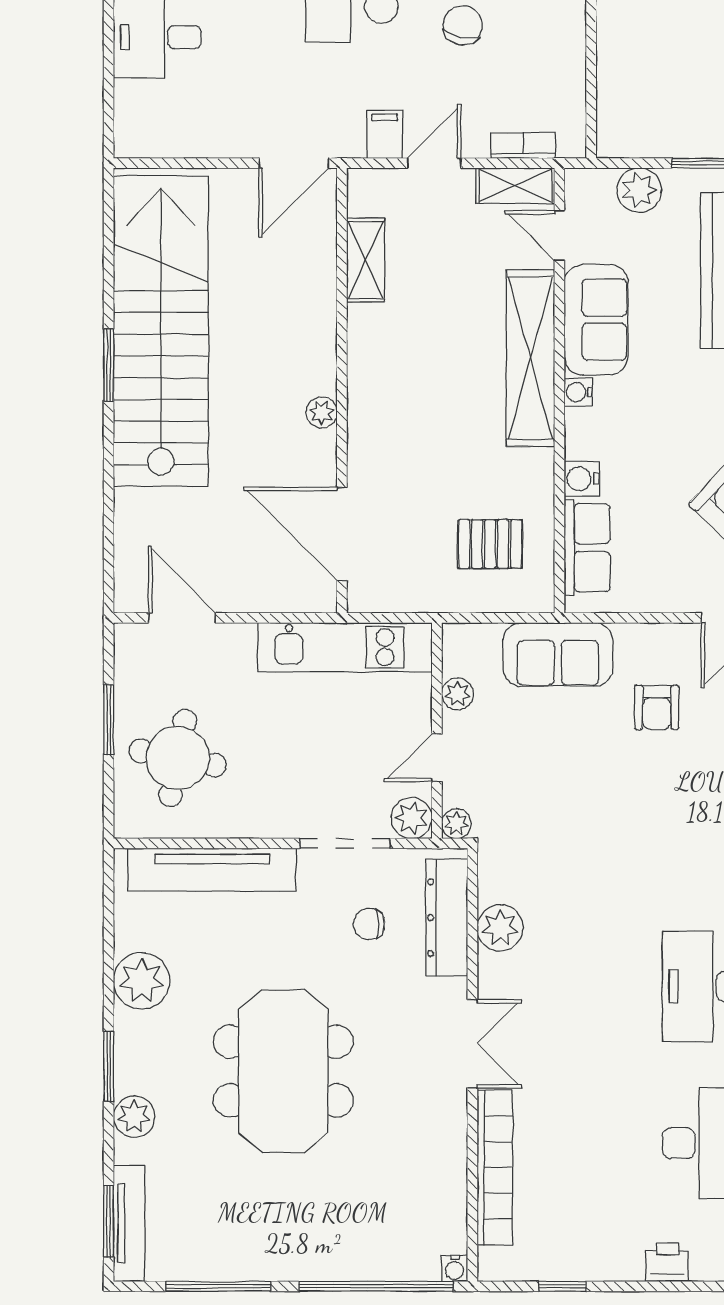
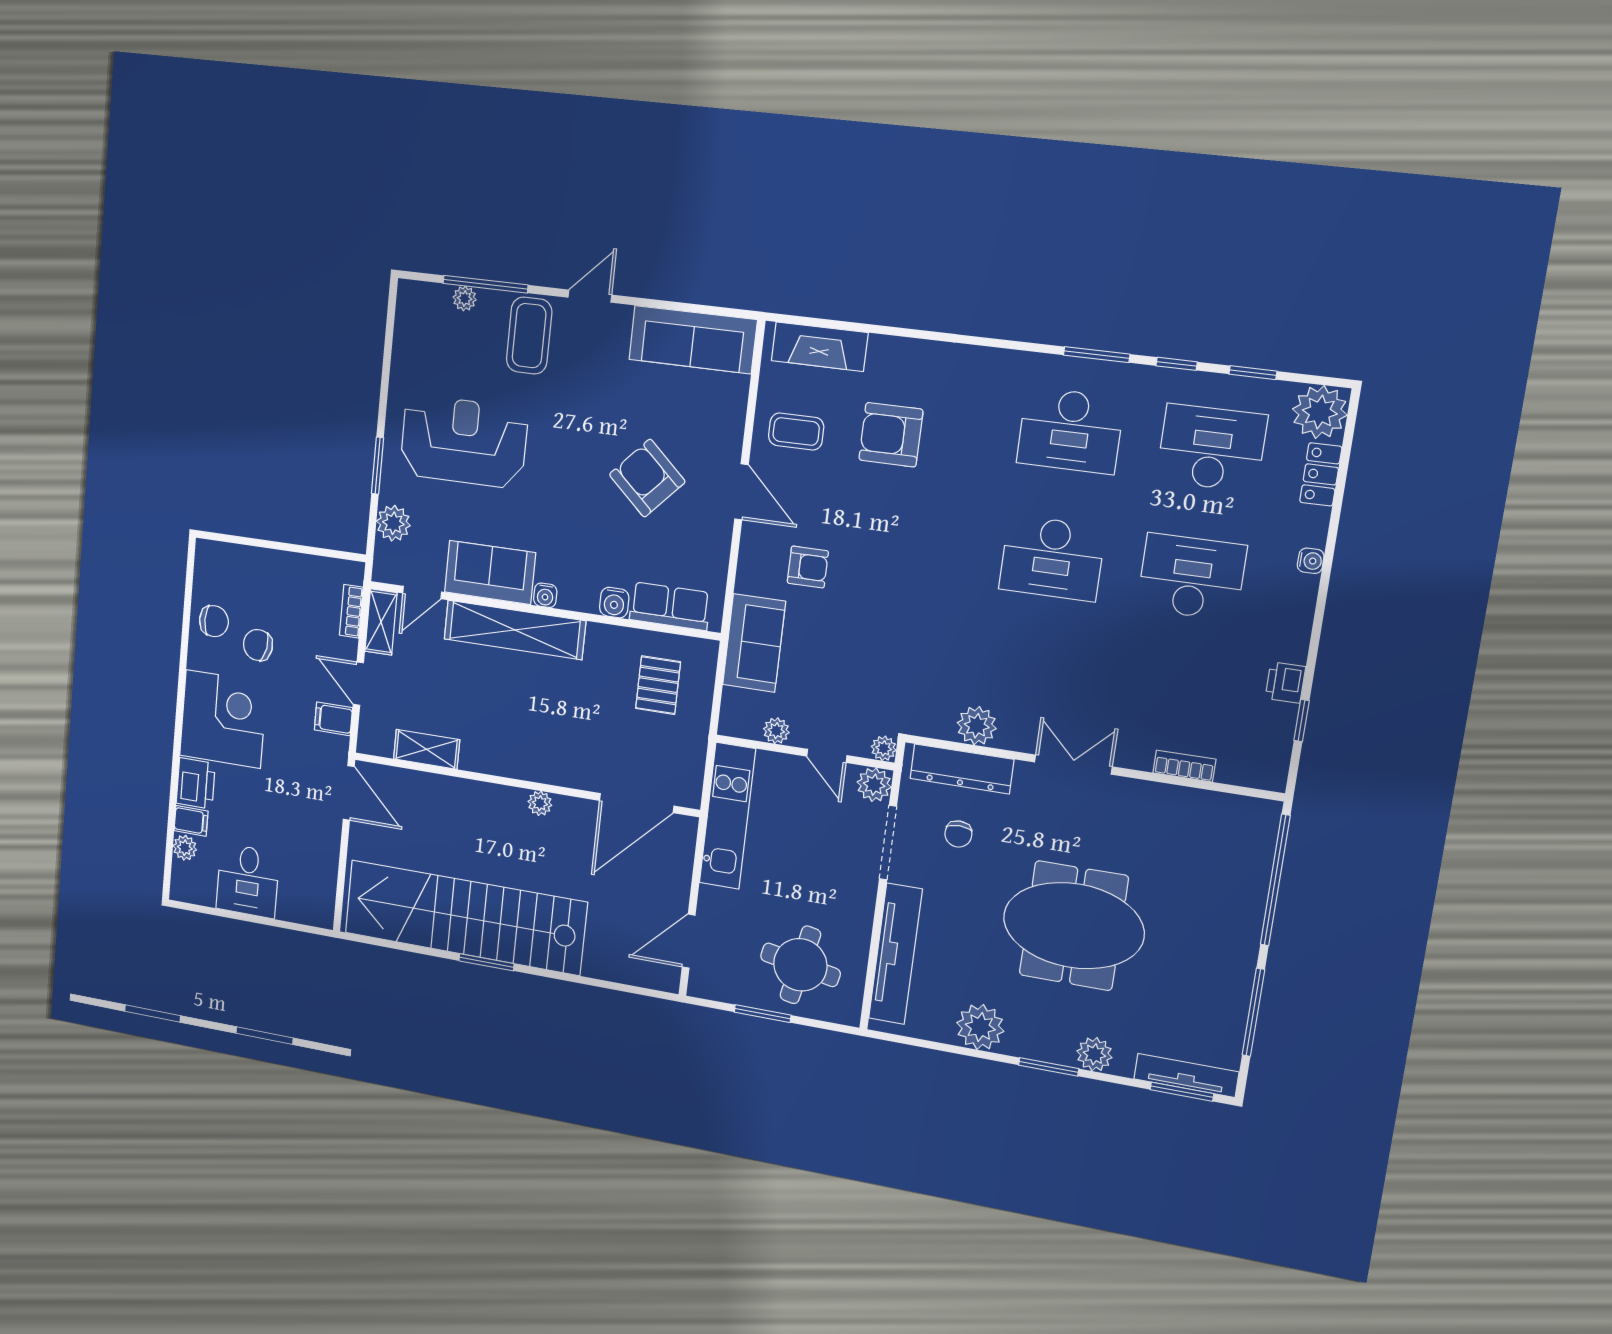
bookcase: (495, 1167) -> (1184, 766), width x0.43, depth x0.76
printer: (667, 1262) -> (1285, 683), moved
water cooler: (455, 1268) -> (1270, 811), removed

